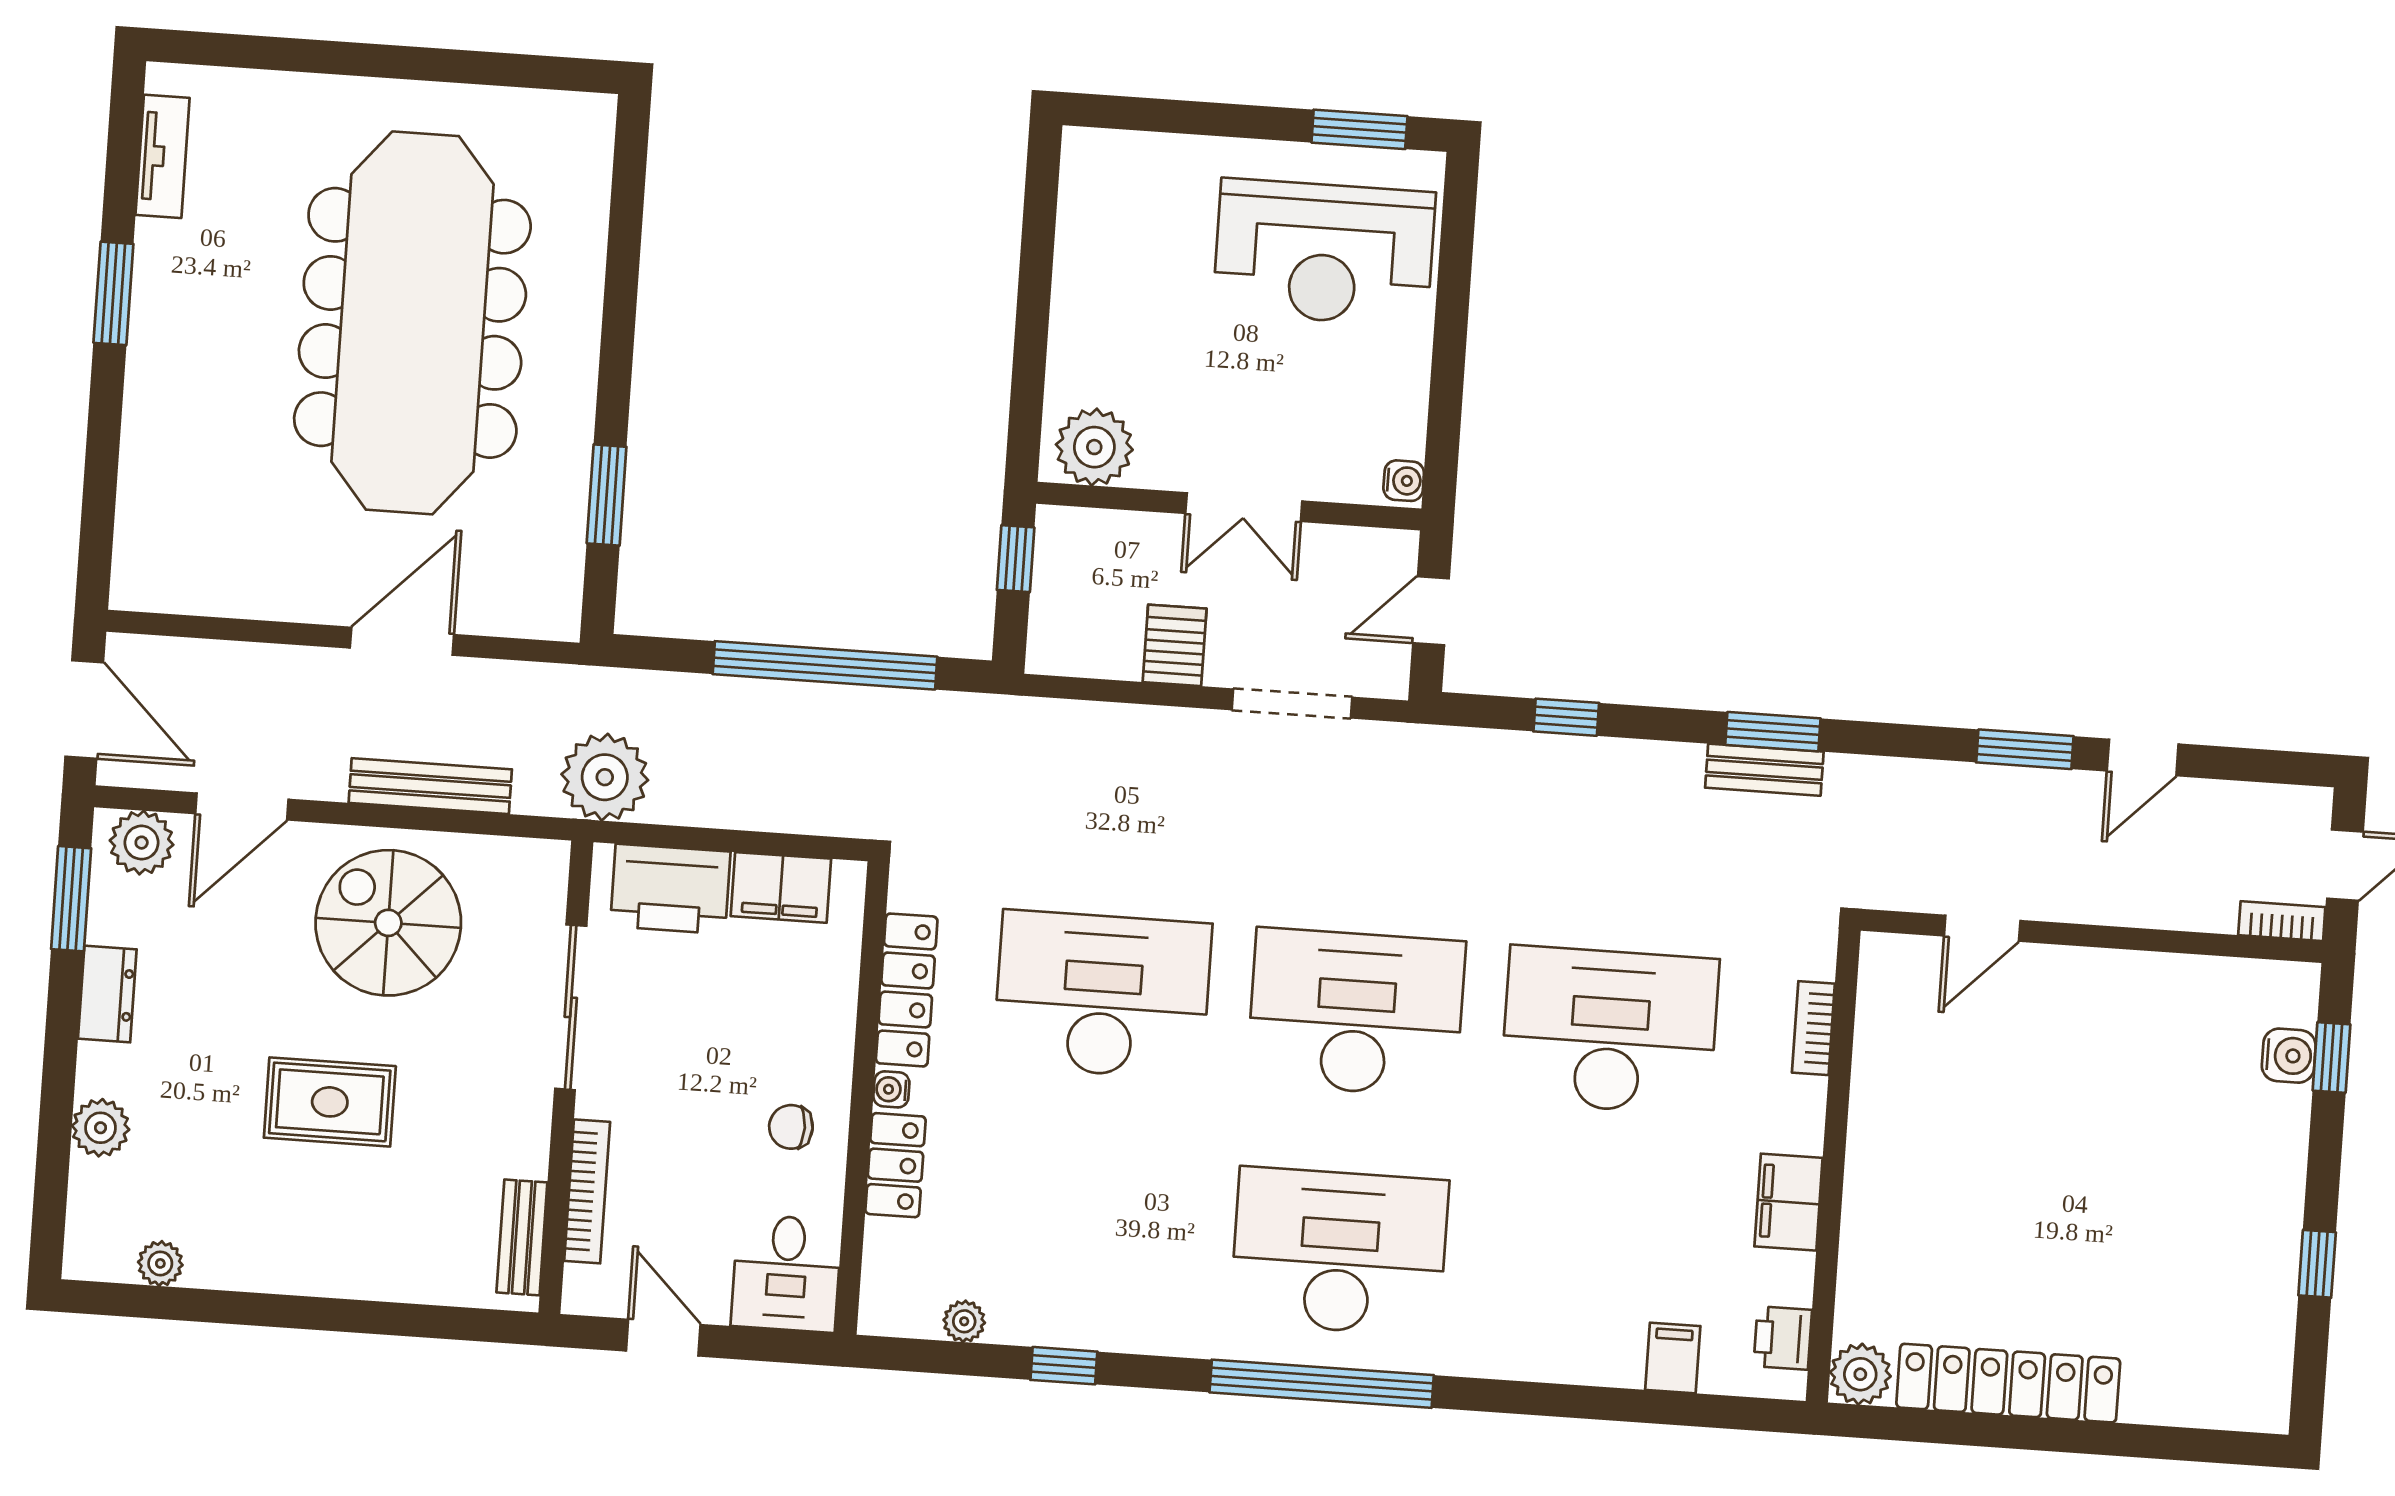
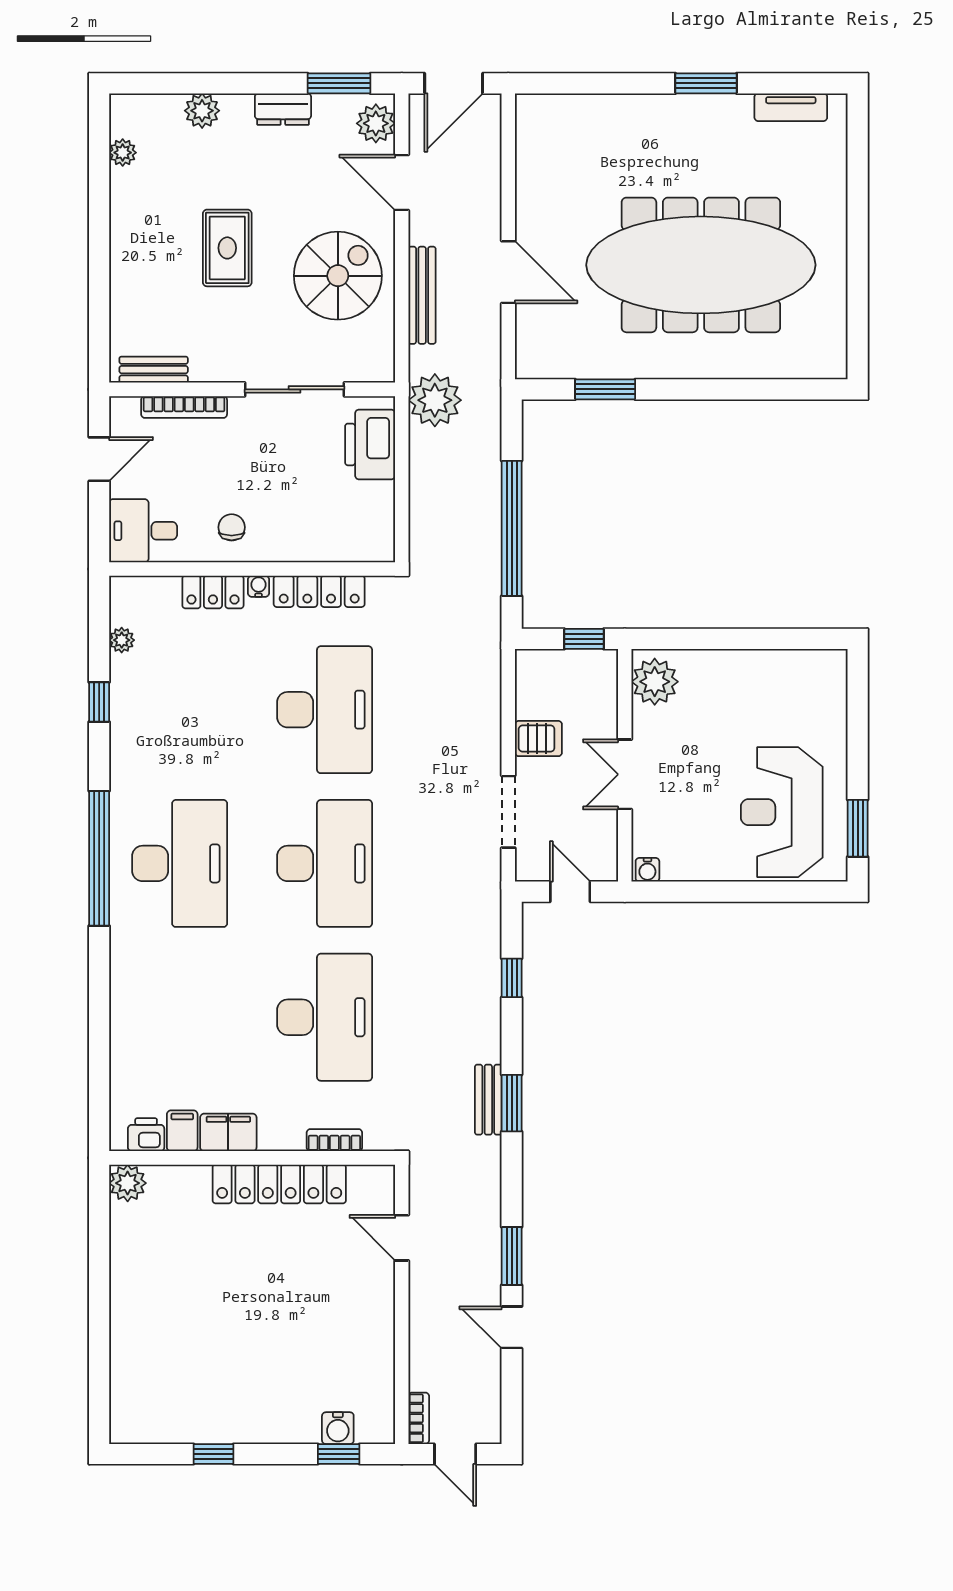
filing cabinet: (781, 887) -> (376, 511), removed
filing cabinet: (1673, 1358) -> (182, 1131), moved, turned -90
locker: (2008, 1383) -> (279, 1184), moved, turned 90

